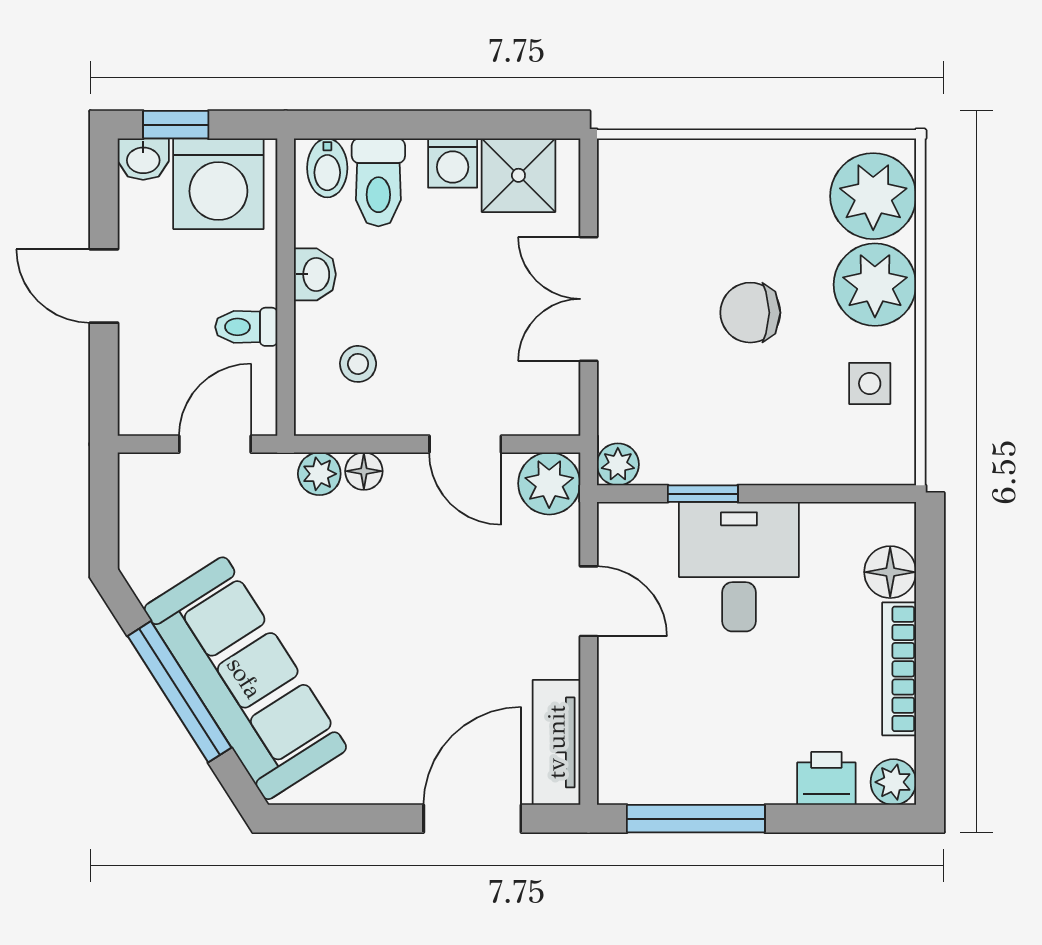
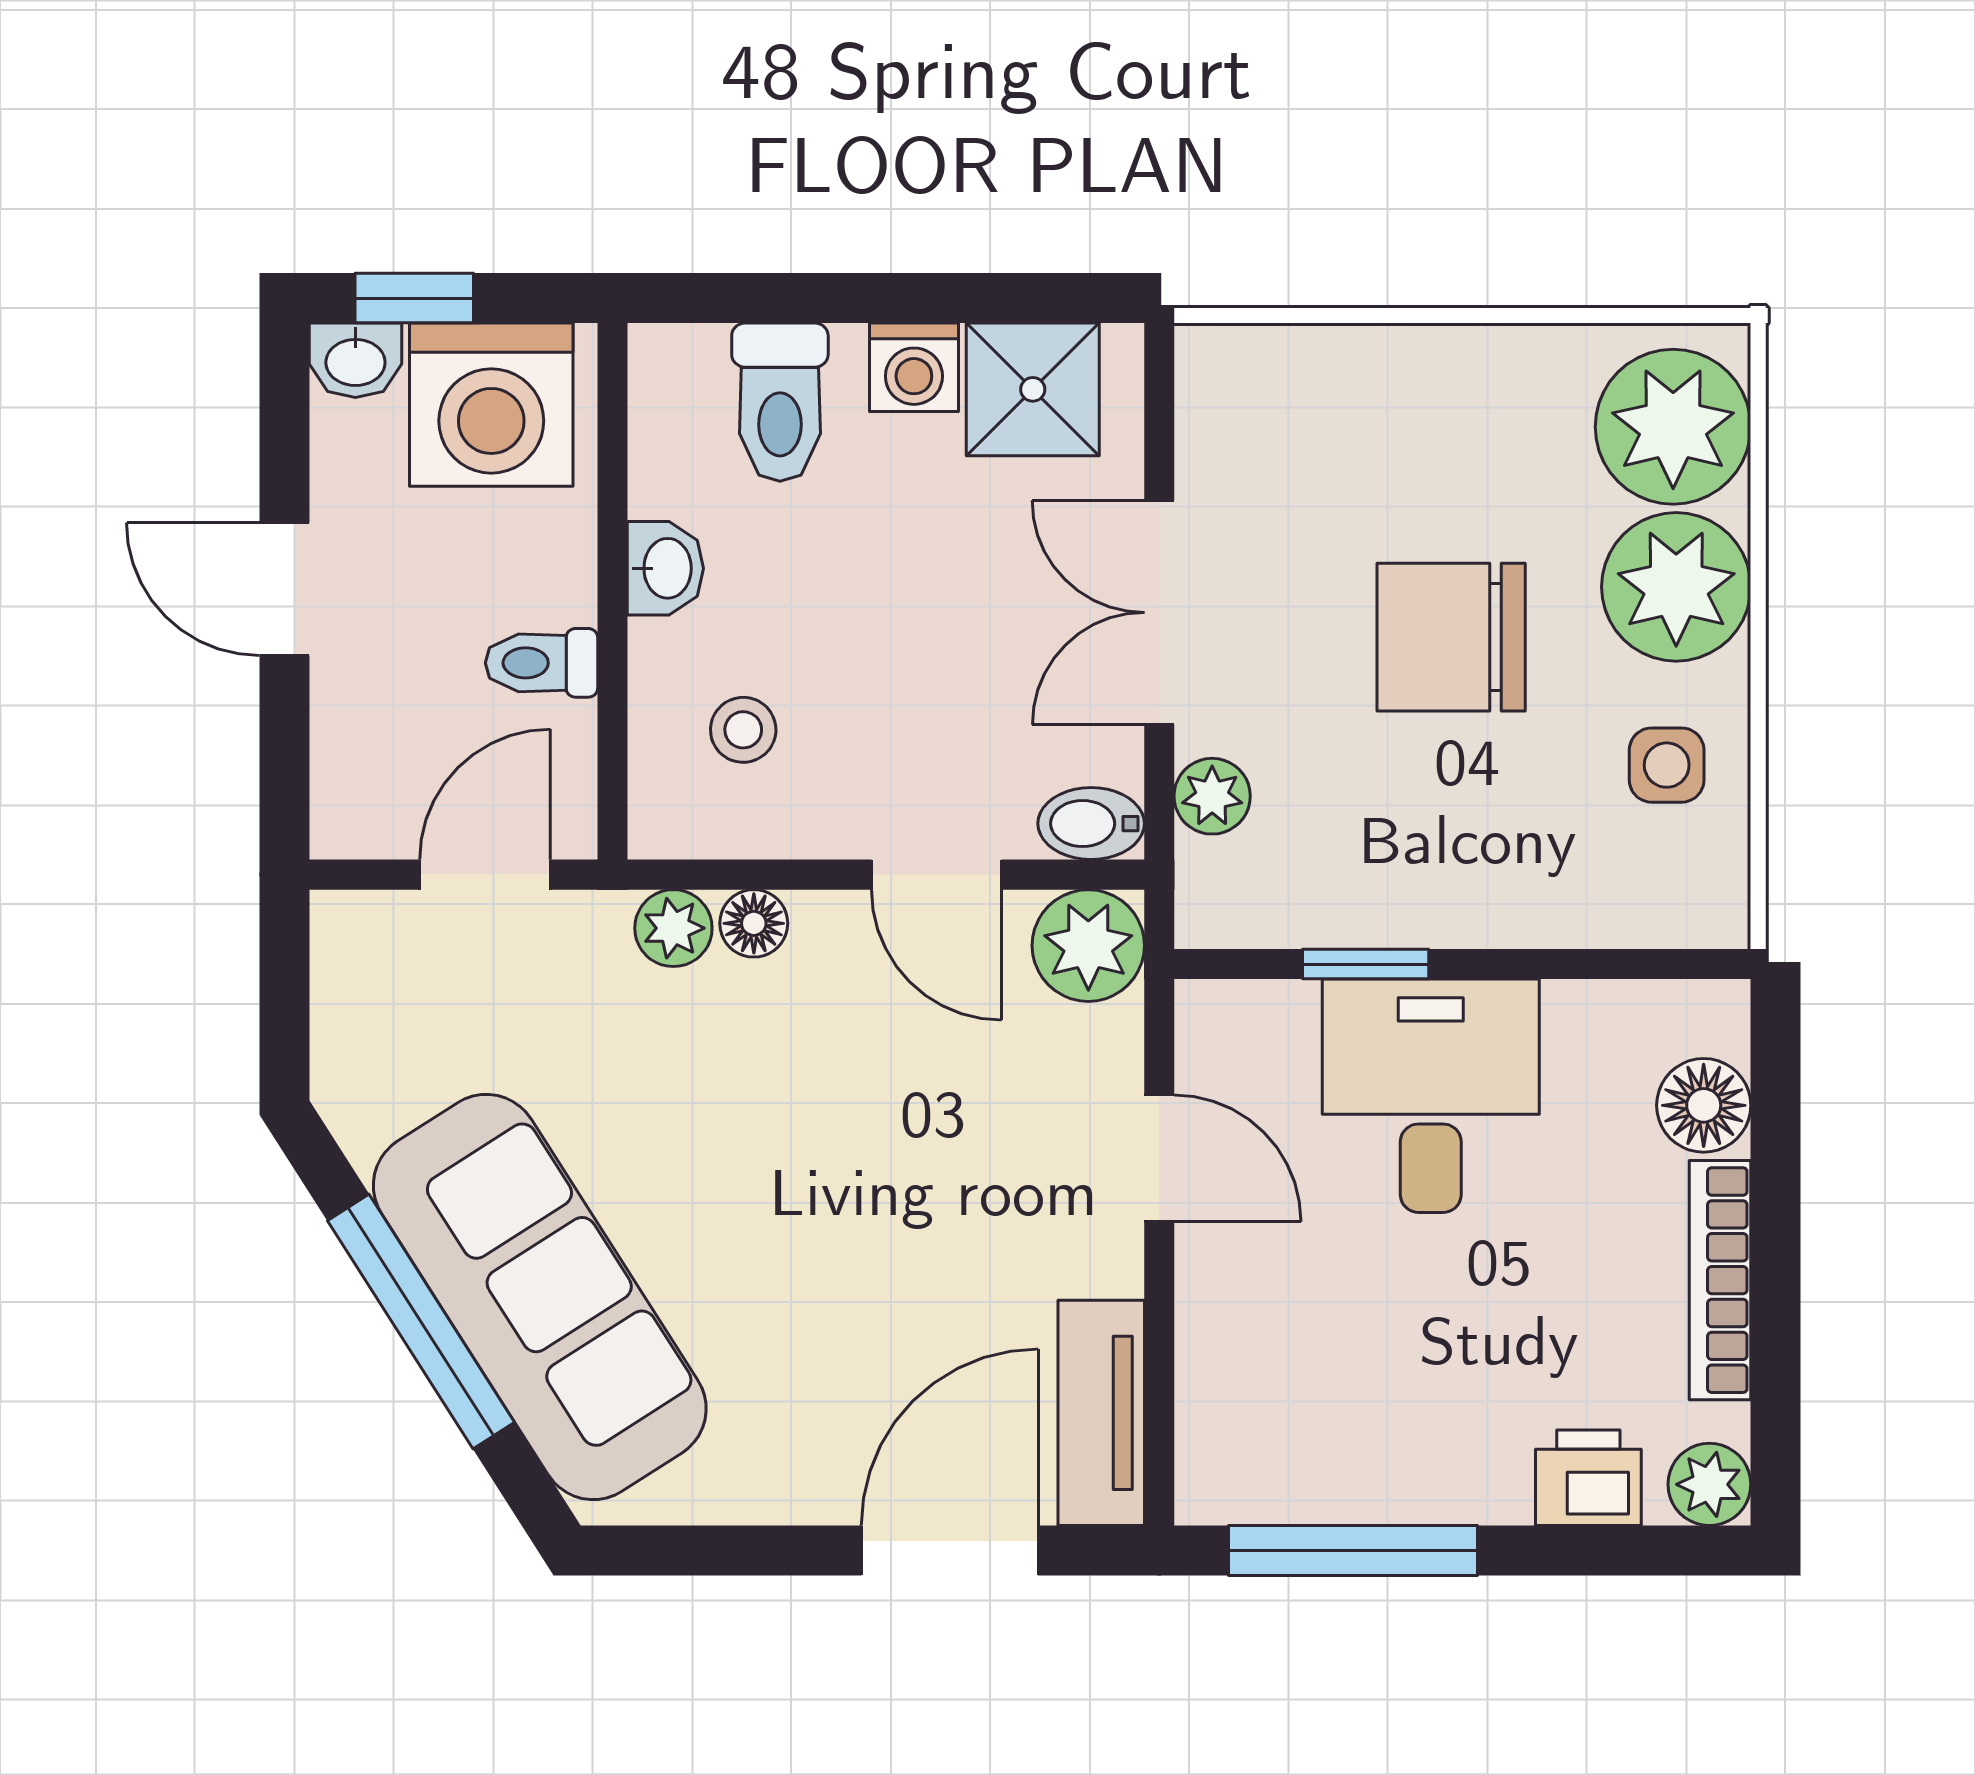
bidet: (327, 168) -> (1091, 824), moved, turned 90
chair: (750, 313) -> (1451, 637), width x1.37, depth x1.37
plant: (618, 464) -> (1212, 796), moved

